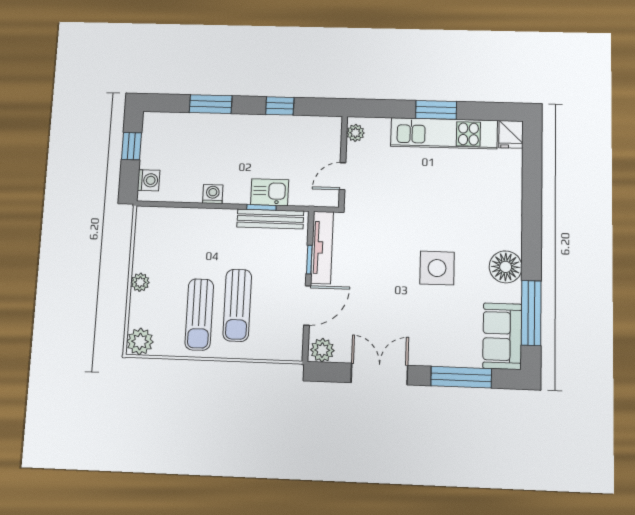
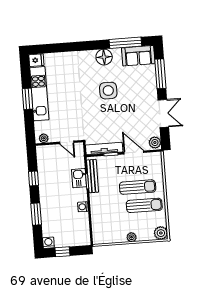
washing machine: (149, 180) -> (48, 243), moved
double door: (379, 374) -> (163, 113), swing flipped

